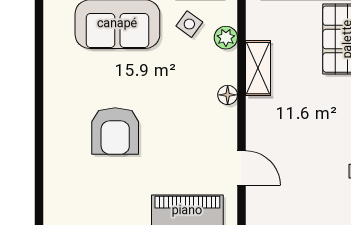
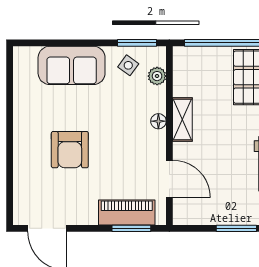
shelving: (258, 68) -> (182, 119), moved
door: (241, 168) -> (169, 179), width x1.38

